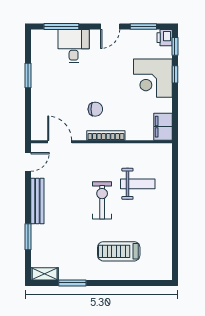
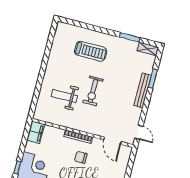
door: (28, 162) -> (139, 132), swing flipped
bench: (37, 201) -> (143, 90), moved

